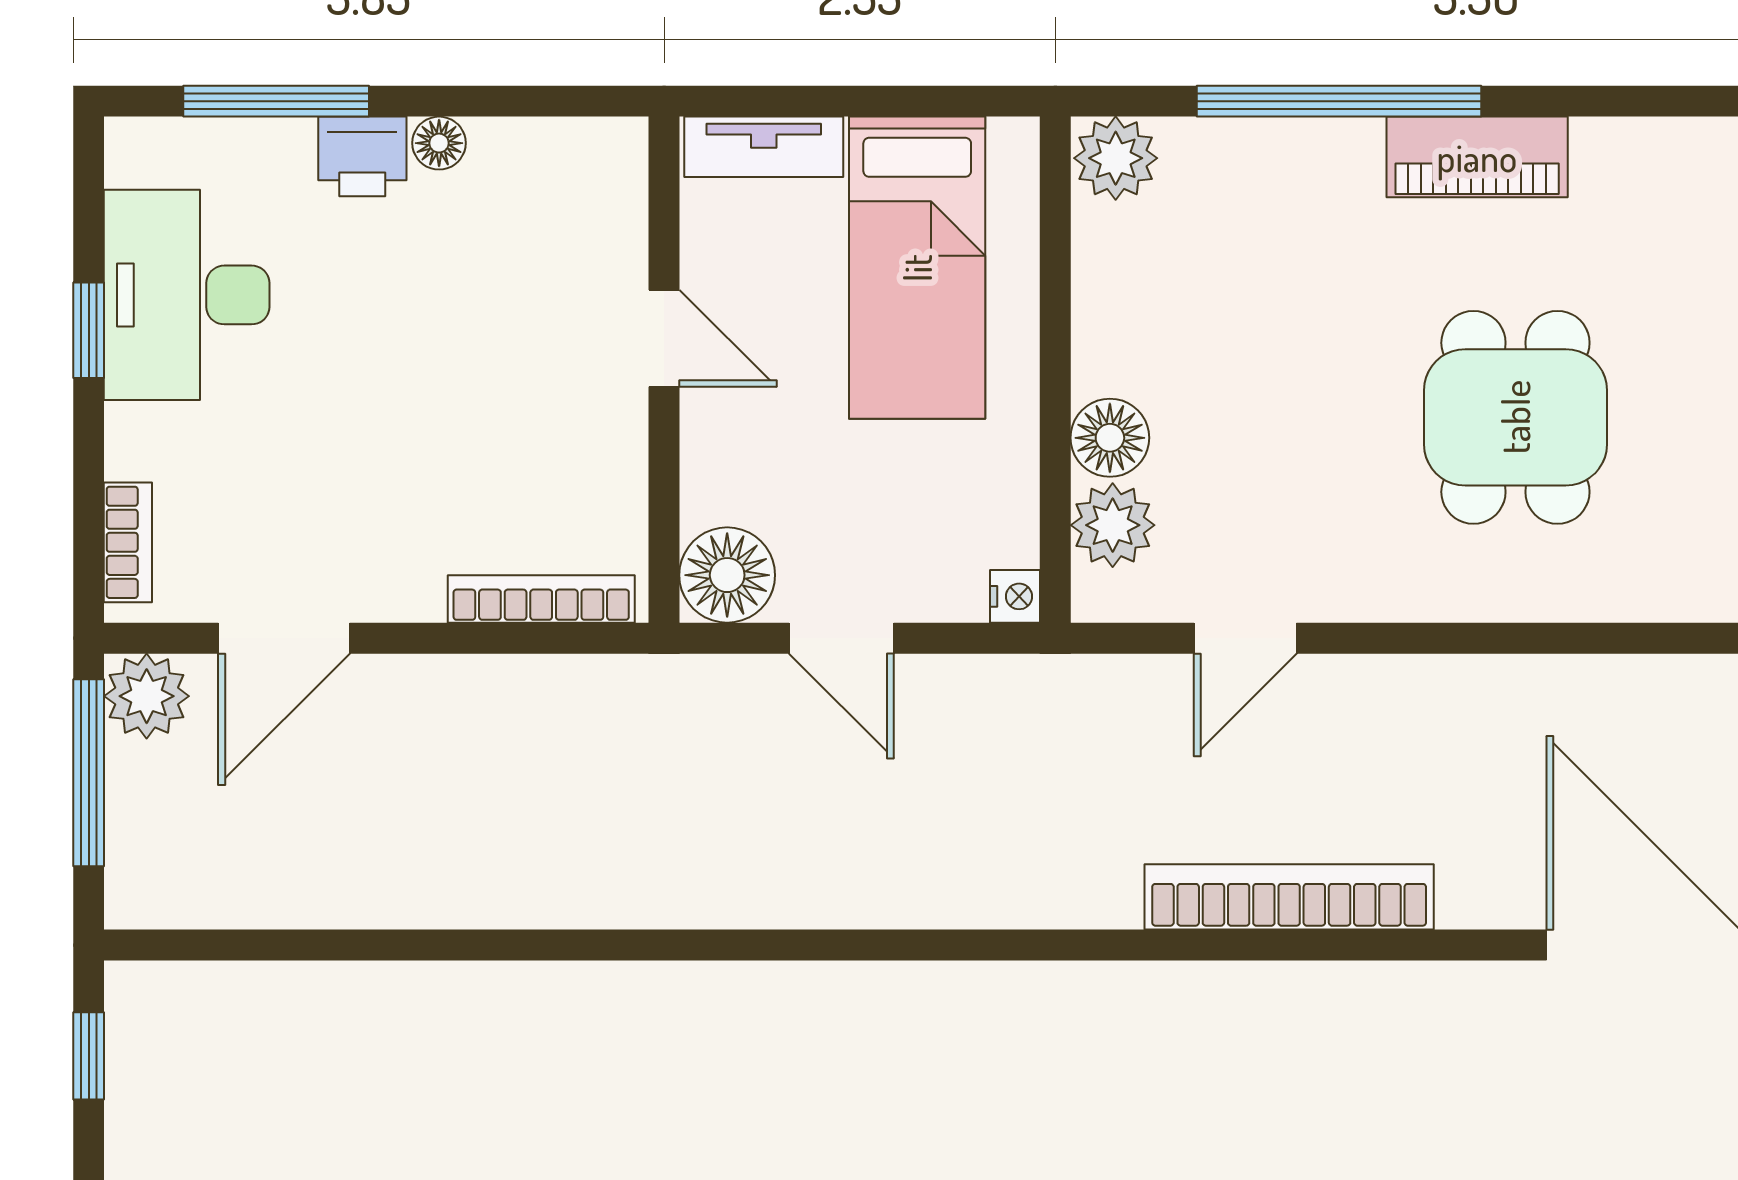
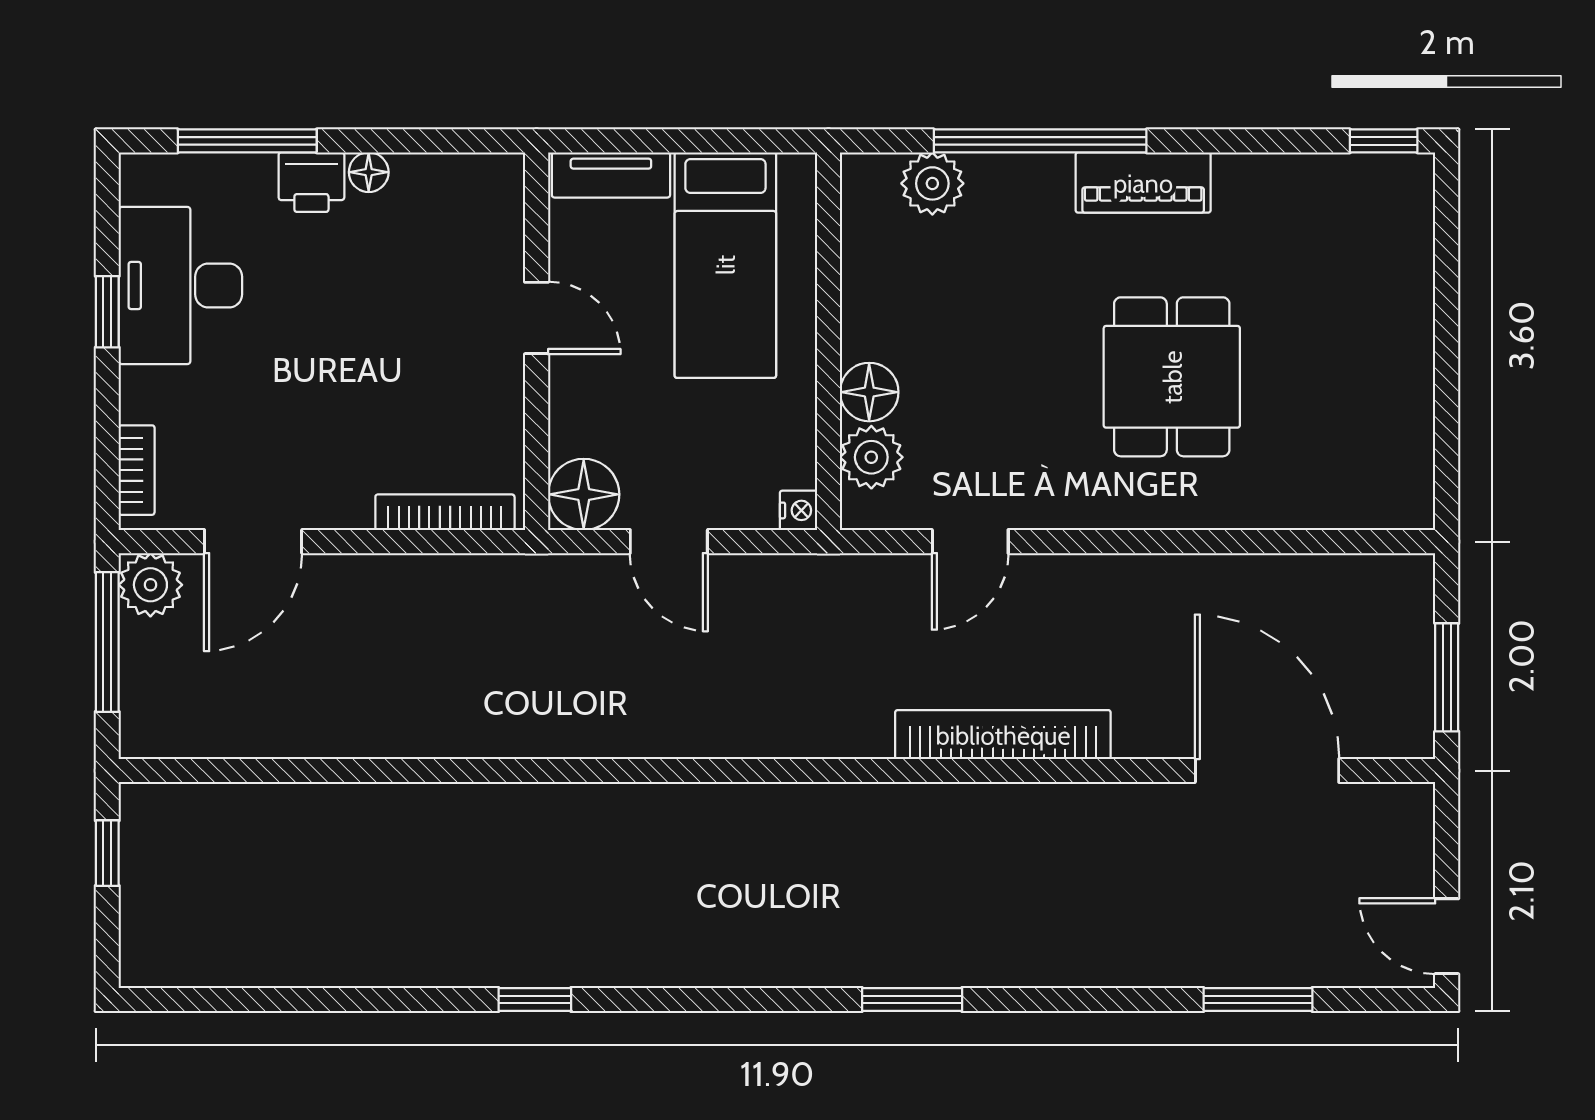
plant: (1116, 158) -> (932, 183), moved

